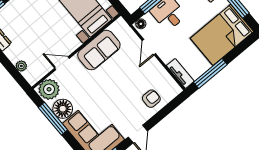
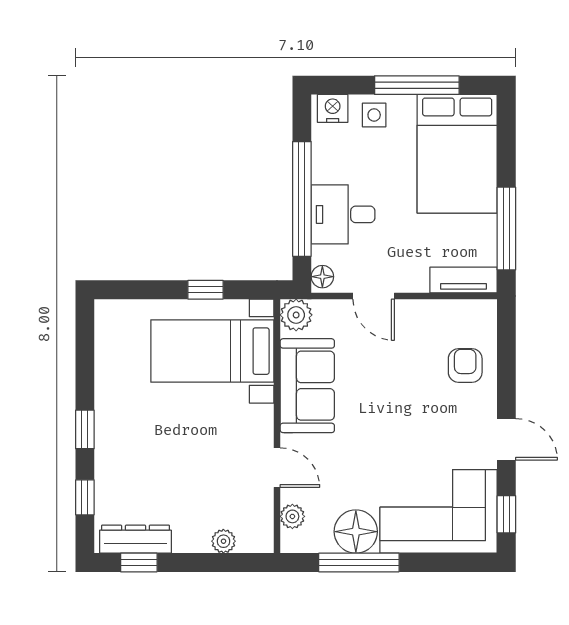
plant: (120, 26) -> (296, 315), added
door: (62, 63) -> (277, 468), swing flipped
plant: (49, 89) -> (292, 516), width x0.53, depth x0.53

